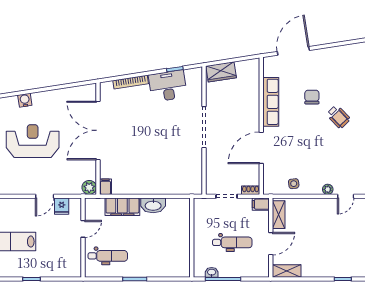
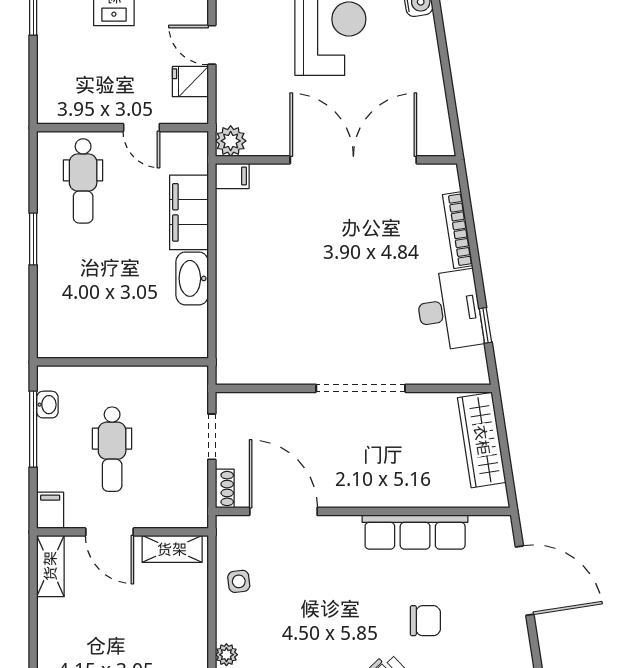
wardrobe: (221, 72) -> (482, 440), width x1.50
door: (261, 148) -> (283, 511), moved
filing cabinet: (261, 204) -> (50, 510), moved

